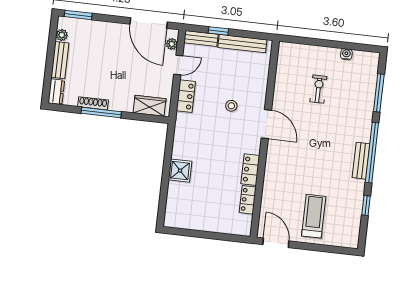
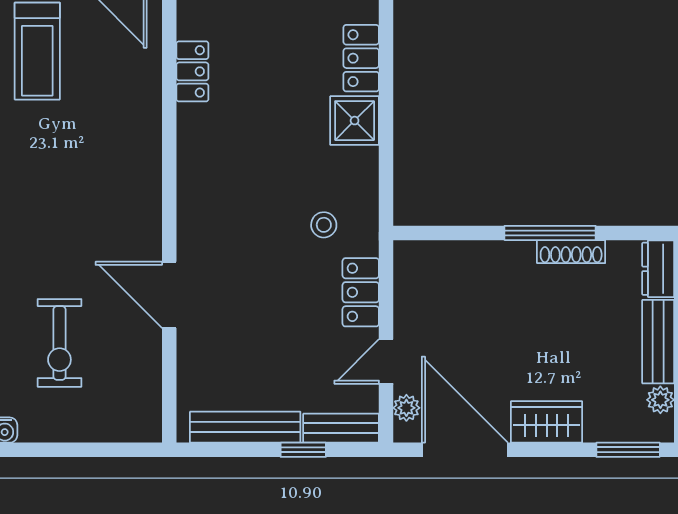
exercise bike: (318, 89) -> (59, 343), width x1.38, depth x1.39
wardrobe: (149, 106) -> (547, 422), moved, turned 180
stool: (231, 106) -> (324, 225), moved
door: (266, 124) -> (169, 295), moved
locker: (250, 170) -> (361, 58), moved, turned 180

